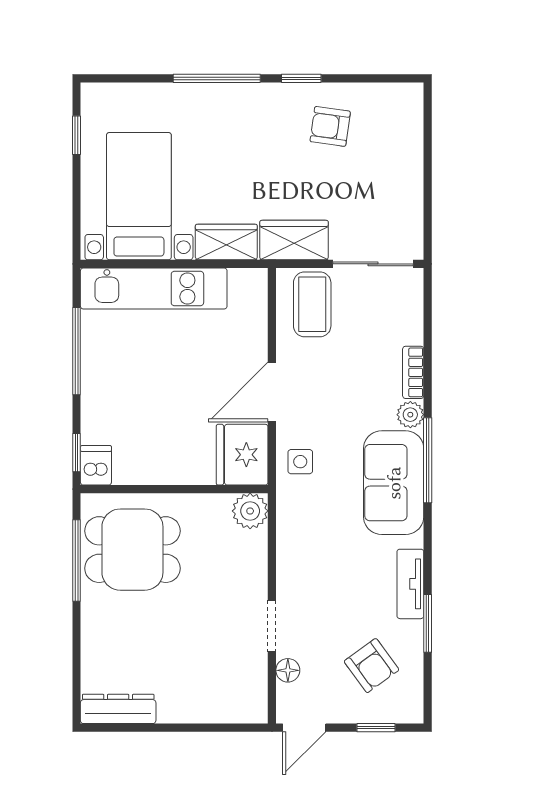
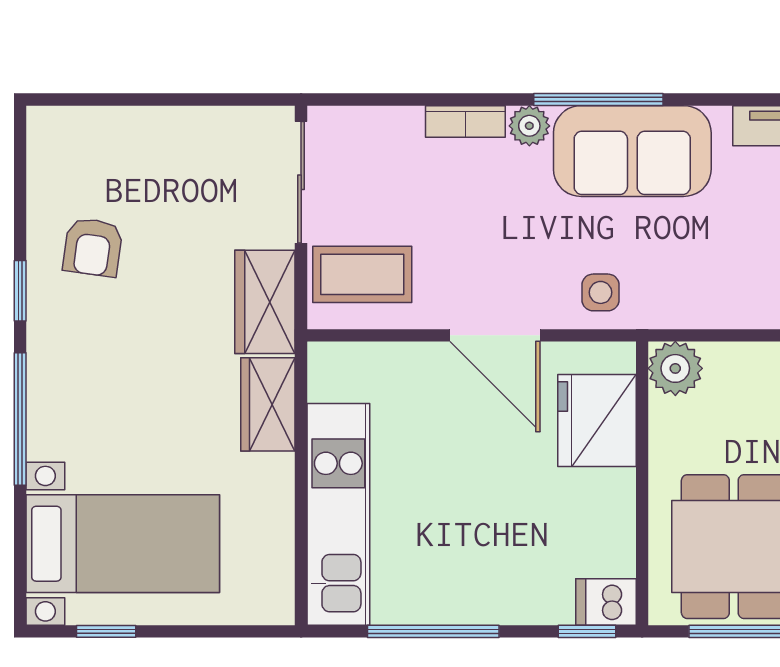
bed with nightstands: (139, 196) -> (123, 544), moved, turned 180
fridge: (242, 455) -> (597, 421), moved, turned 90

